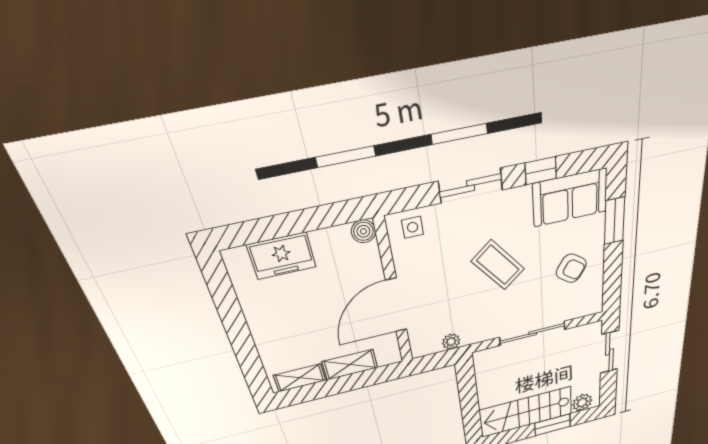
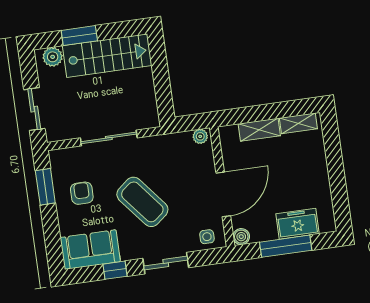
window: (614, 221) -> (45, 187), moved
window: (295, 223) -> (286, 246), added
coffee table: (498, 265) -> (142, 202), width x1.36, depth x1.32
armchair: (571, 268) -> (82, 193), turned 55
door: (396, 305) -> (223, 194), moved
plant: (451, 342) -> (200, 136), moved

